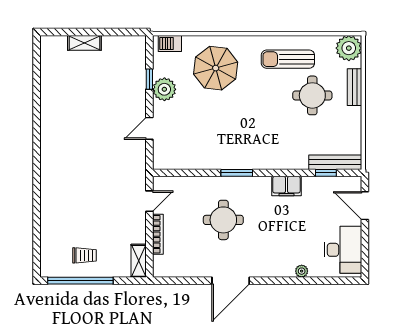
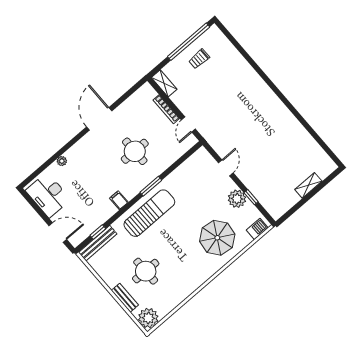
sun lounger: (288, 59) -> (149, 213), moved, width x1.36, depth x1.34
filing cabinet: (286, 186) -> (119, 200), width x0.50

